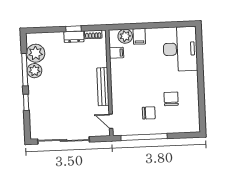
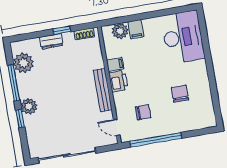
dresser: (74, 37) -> (51, 41), moved
filing cabinet: (116, 53) -> (115, 64), moved
plant: (34, 71) -> (29, 106), moved
printer: (118, 80) -> (118, 81), added
chair: (149, 113) -> (143, 112), moved

